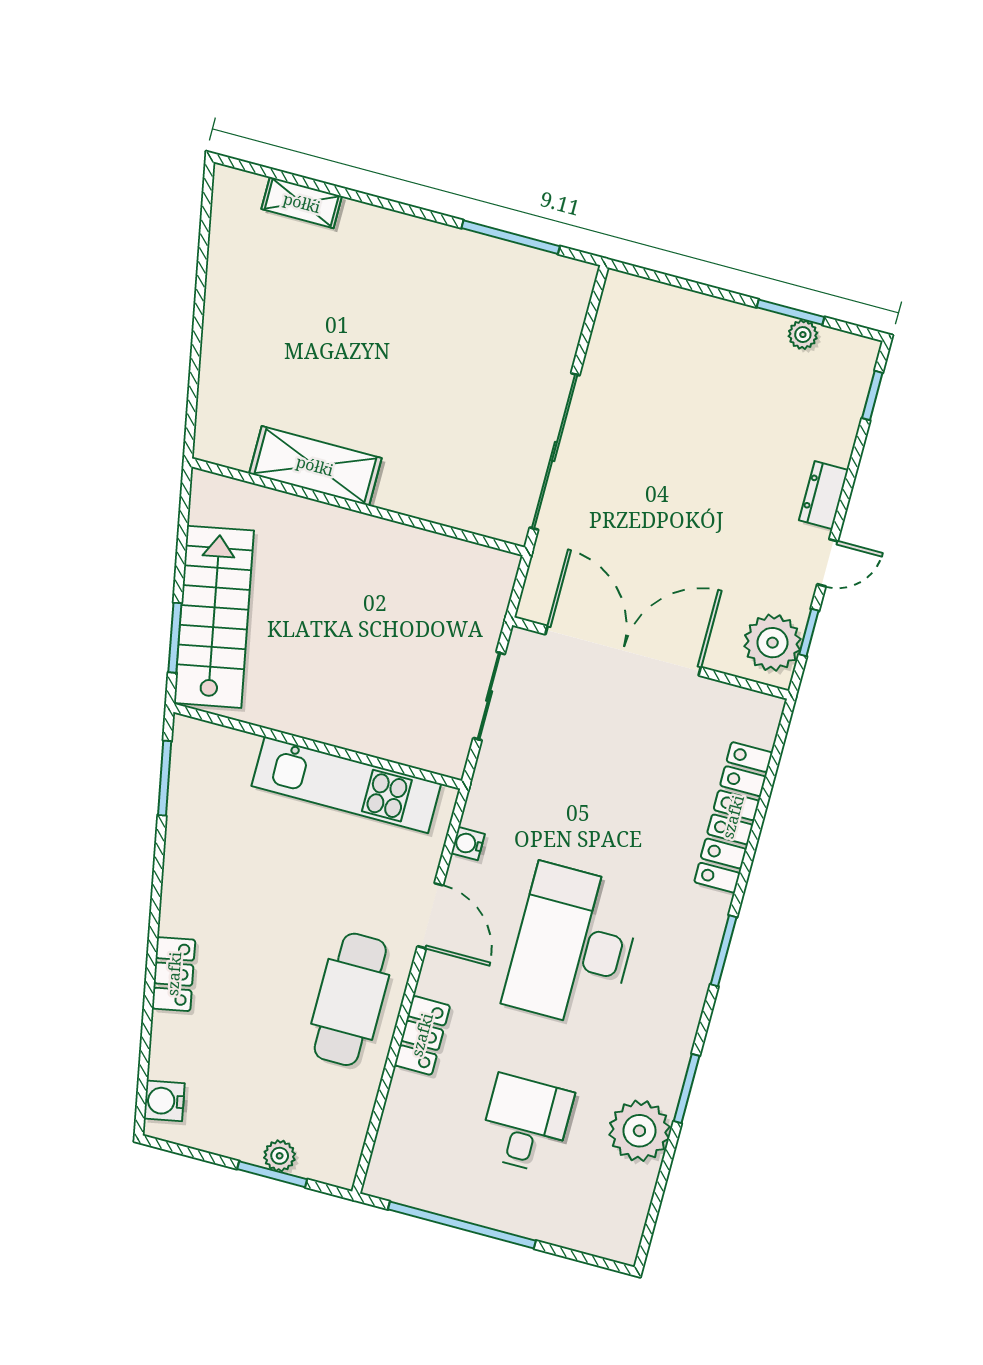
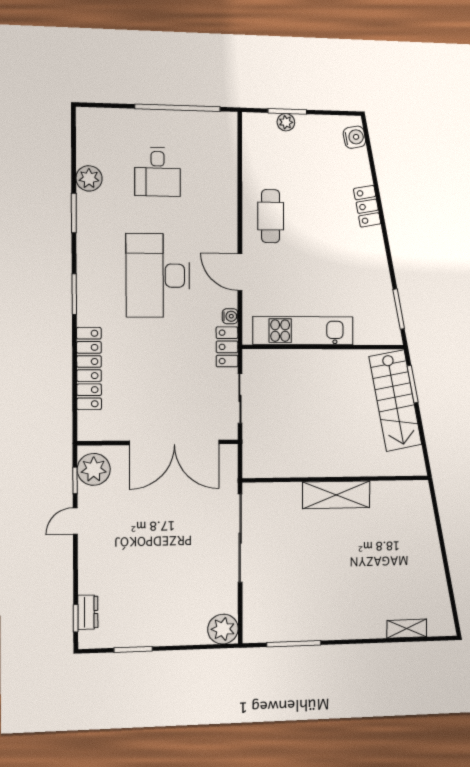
plant: (803, 335) -> (223, 629), moved, width x1.87, depth x1.87
shelving: (315, 466) -> (336, 495), moved
dresser: (824, 495) -> (88, 612), moved
desk: (573, 946) -> (158, 275), turned 180
cafe table: (350, 999) -> (271, 216), width x0.73, depth x0.74
locker: (422, 1035) -> (227, 347), moved
plant: (639, 1131) -> (89, 178), width x0.73, depth x0.73

